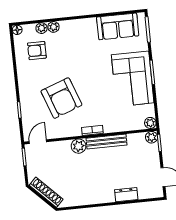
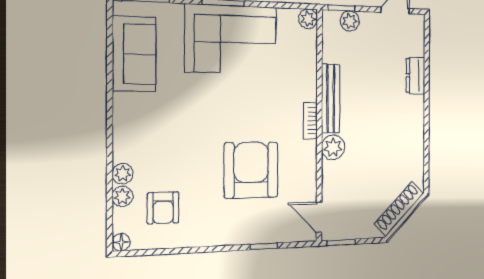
armchair: (61, 98) -> (251, 170), turned -70
plant: (152, 137) -> (350, 21), moved

